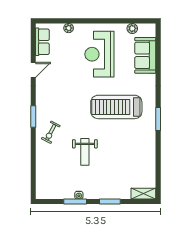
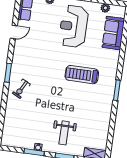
treadmill: (116, 107) -> (82, 75), width x0.73, depth x0.73
weight bench: (85, 152) -> (64, 133), moved

